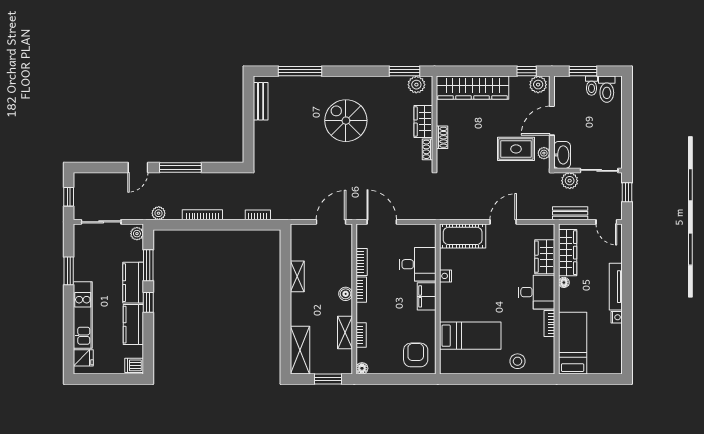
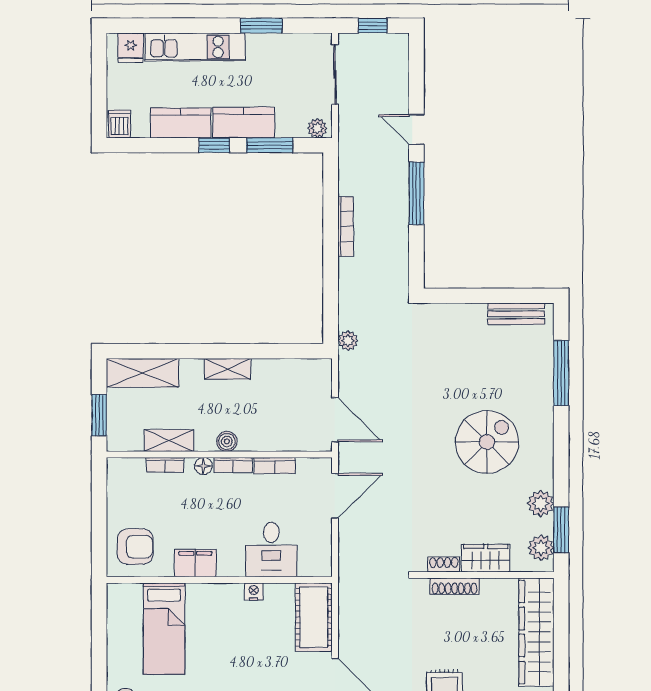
plant: (387, 85) -> (541, 504), added
shoe rack: (442, 137) -> (455, 586), width x1.43
plant: (159, 213) -> (348, 341), moved
bookcase: (258, 215) -> (345, 310), removed
shelving: (297, 276) -> (228, 369), moved
filing cabinet: (427, 296) -> (195, 563), moved
floor lamp: (362, 368) -> (203, 466), moved

